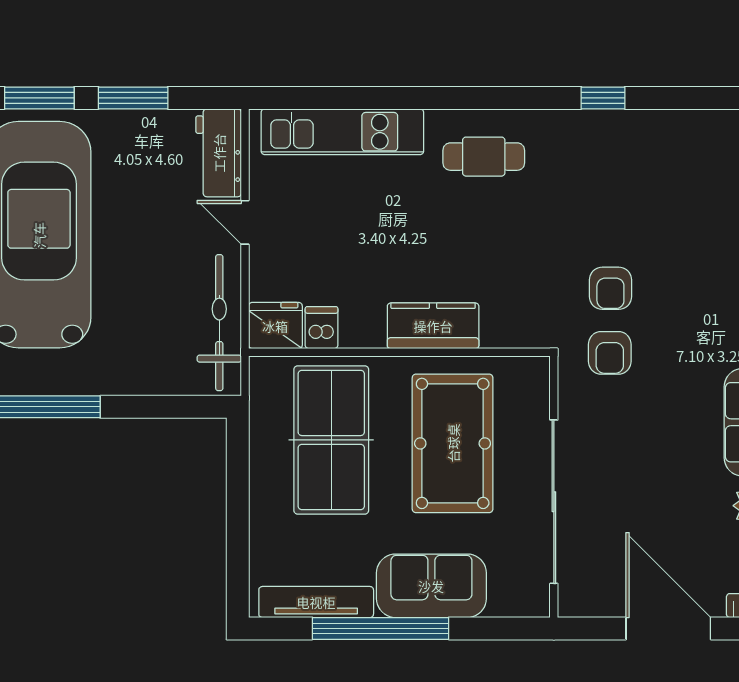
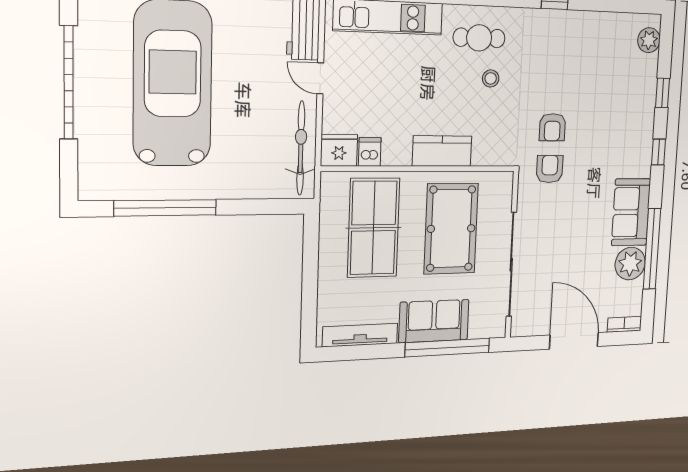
stool: (505, 216) -> (491, 78), added
armchair: (610, 353) -> (550, 169), turned 180
window: (381, 628) -> (448, 348), moved

